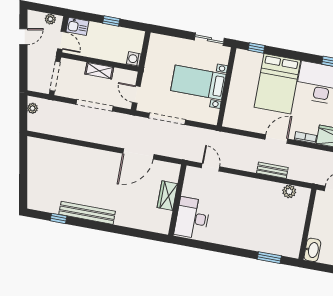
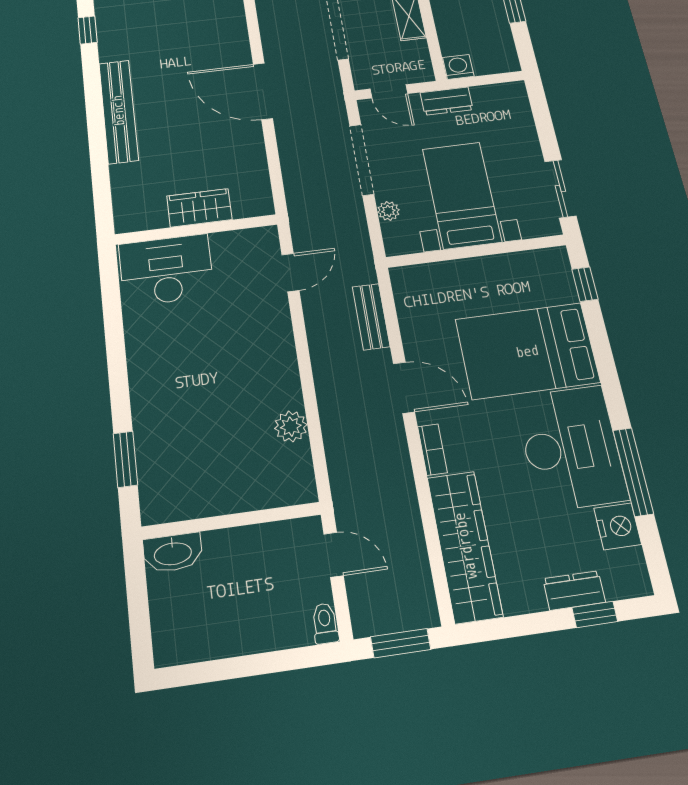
dresser: (150, 71) -> (447, 101), added
door: (136, 94) -> (389, 91), swing flipped
plant: (196, 116) -> (388, 211), added
door: (138, 154) -> (263, 91), moved
bench: (272, 170) -> (371, 317), moved
plant: (289, 191) -> (291, 427), moved
bench: (87, 213) -> (118, 111), moved

